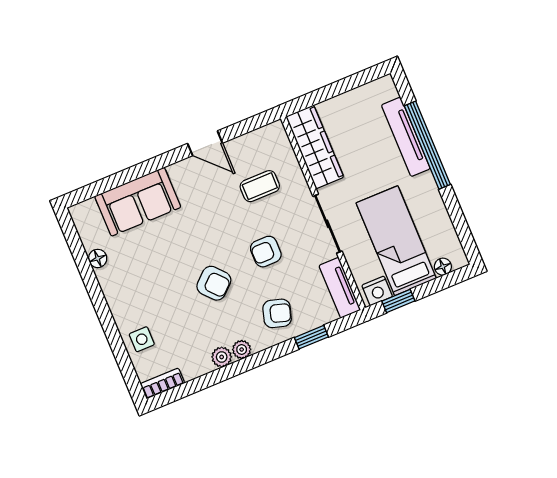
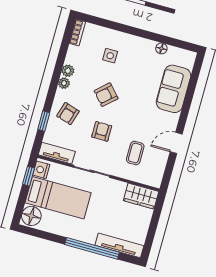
tv unit: (406, 137) -> (119, 245), moved
wardrobe: (315, 147) -> (141, 196), width x0.67
floor lamp: (443, 267) -> (31, 216), width x1.89, depth x1.89
side table: (142, 339) -> (110, 56), moved

